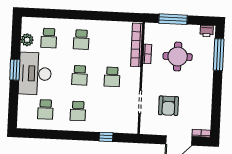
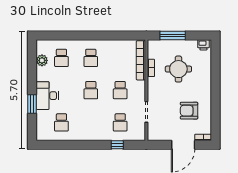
window: (219, 55) -> (215, 66), removed
window: (15, 70) -> (32, 104), moved
desk: (35, 74) -> (47, 96), width x0.73, depth x0.77
armchair: (168, 106) -> (189, 111), moved, turned 90
school desk: (78, 111) -> (120, 122), moved

